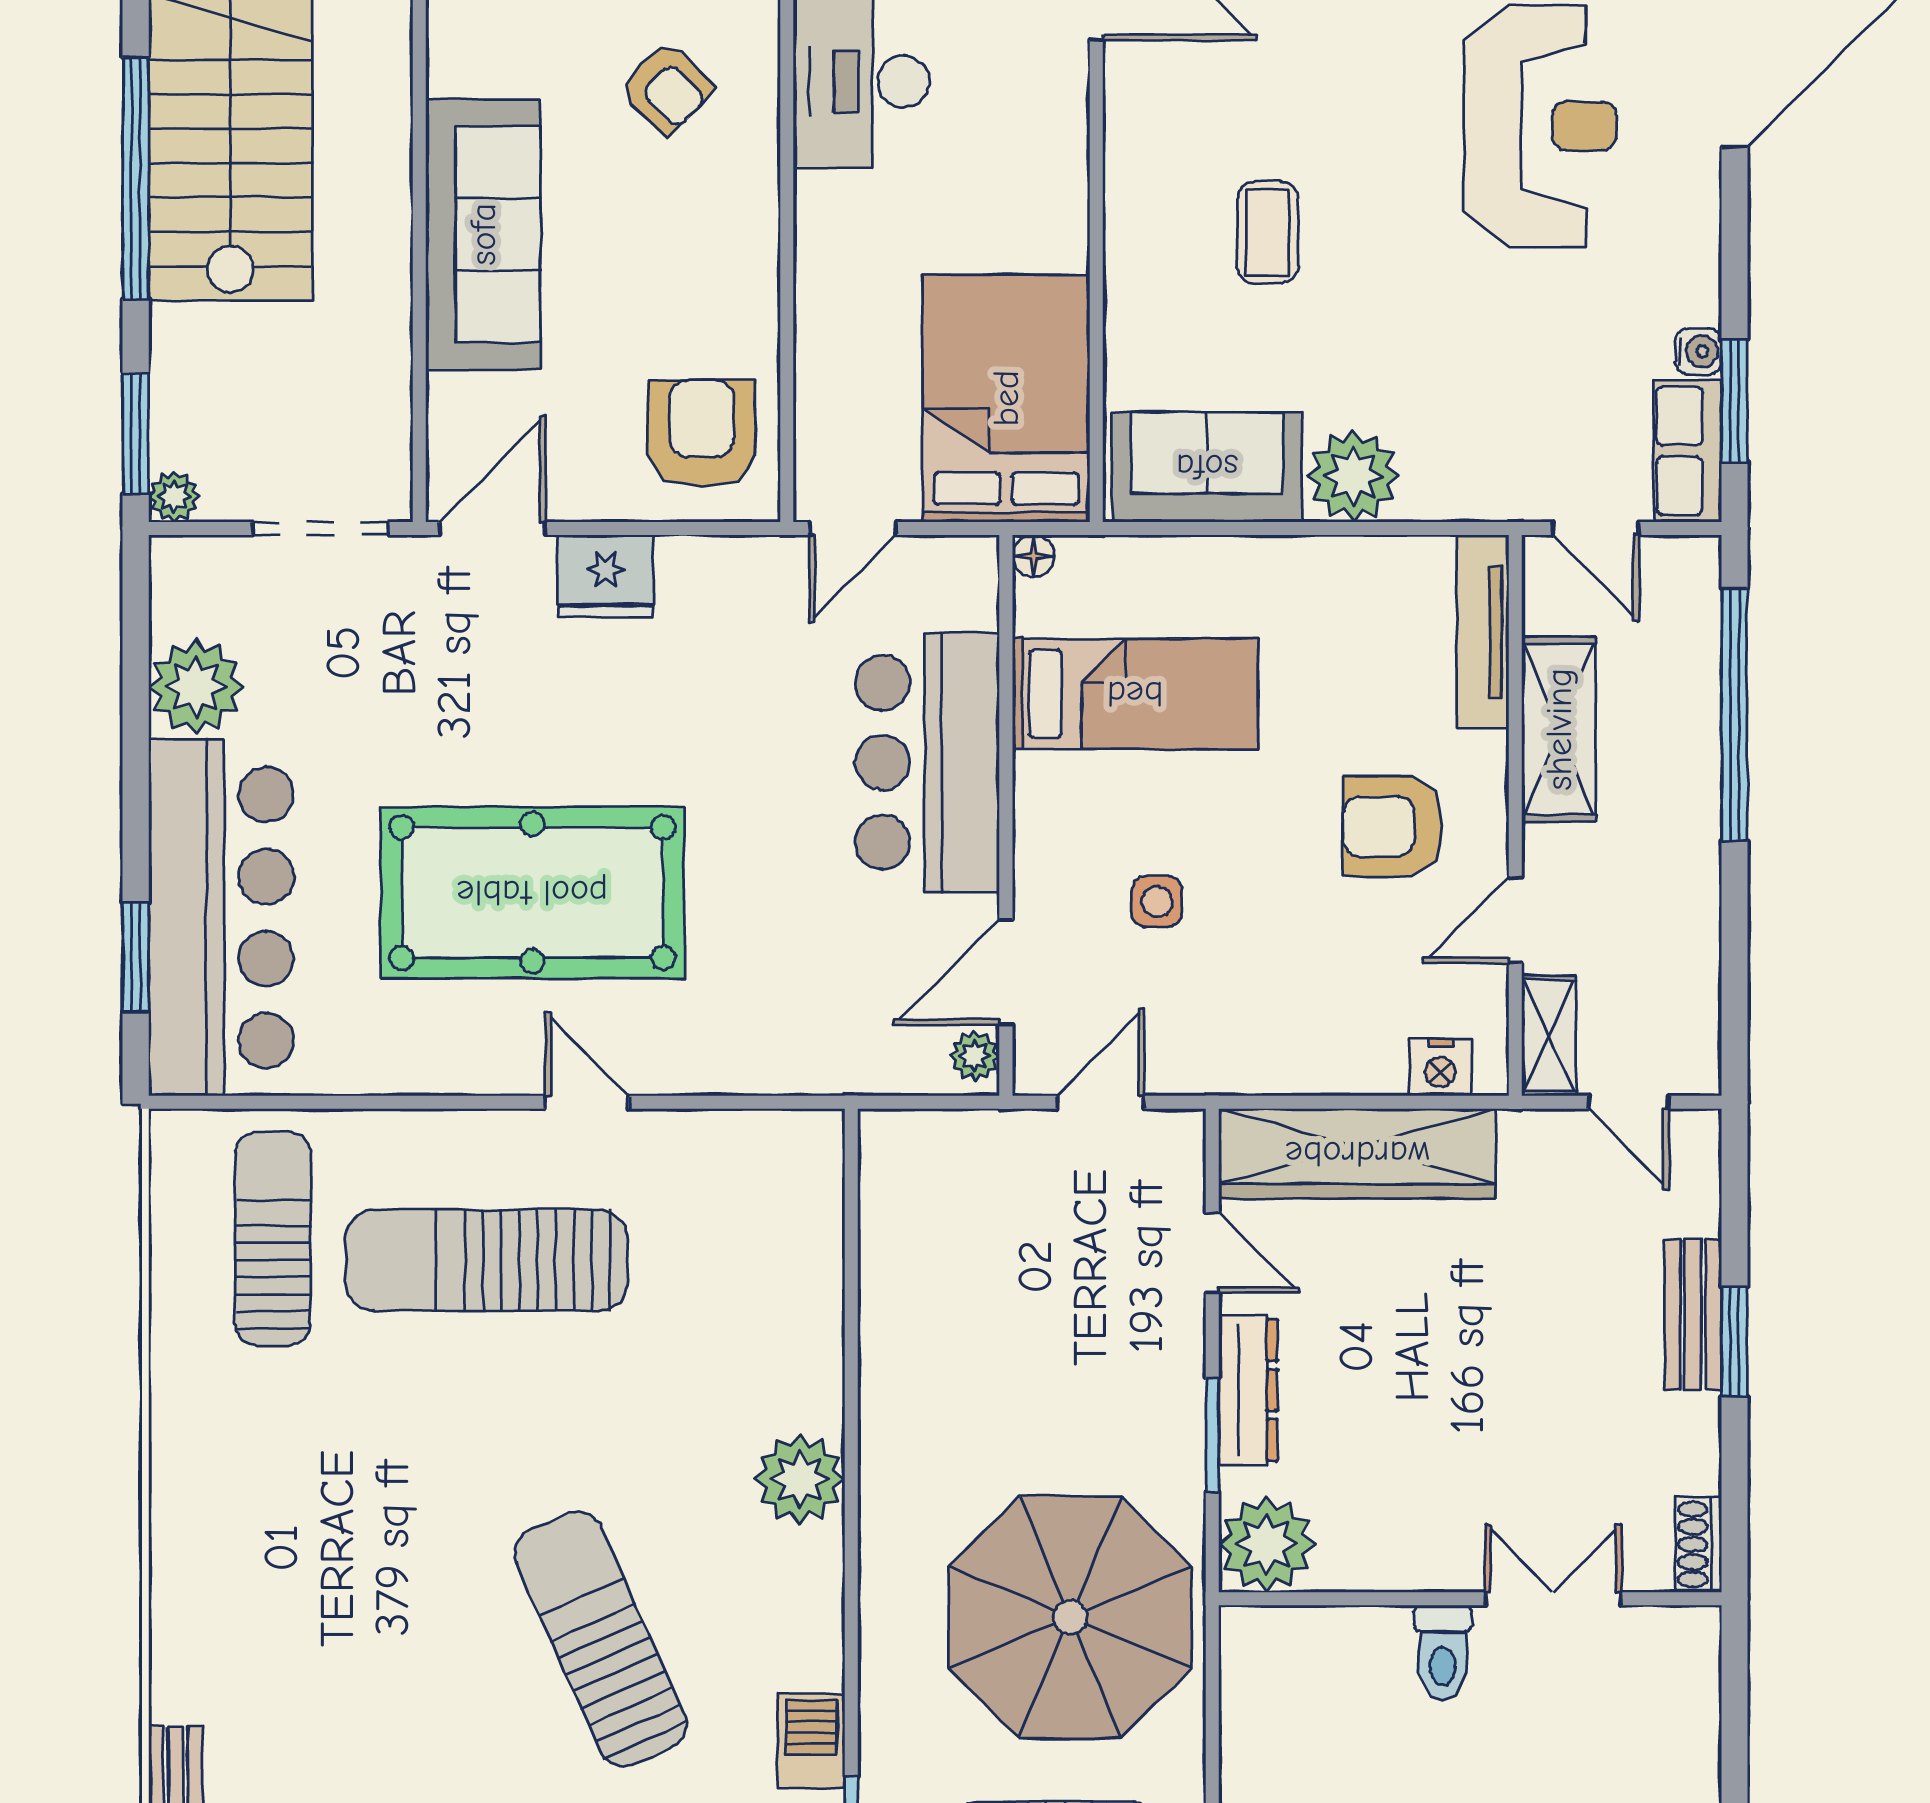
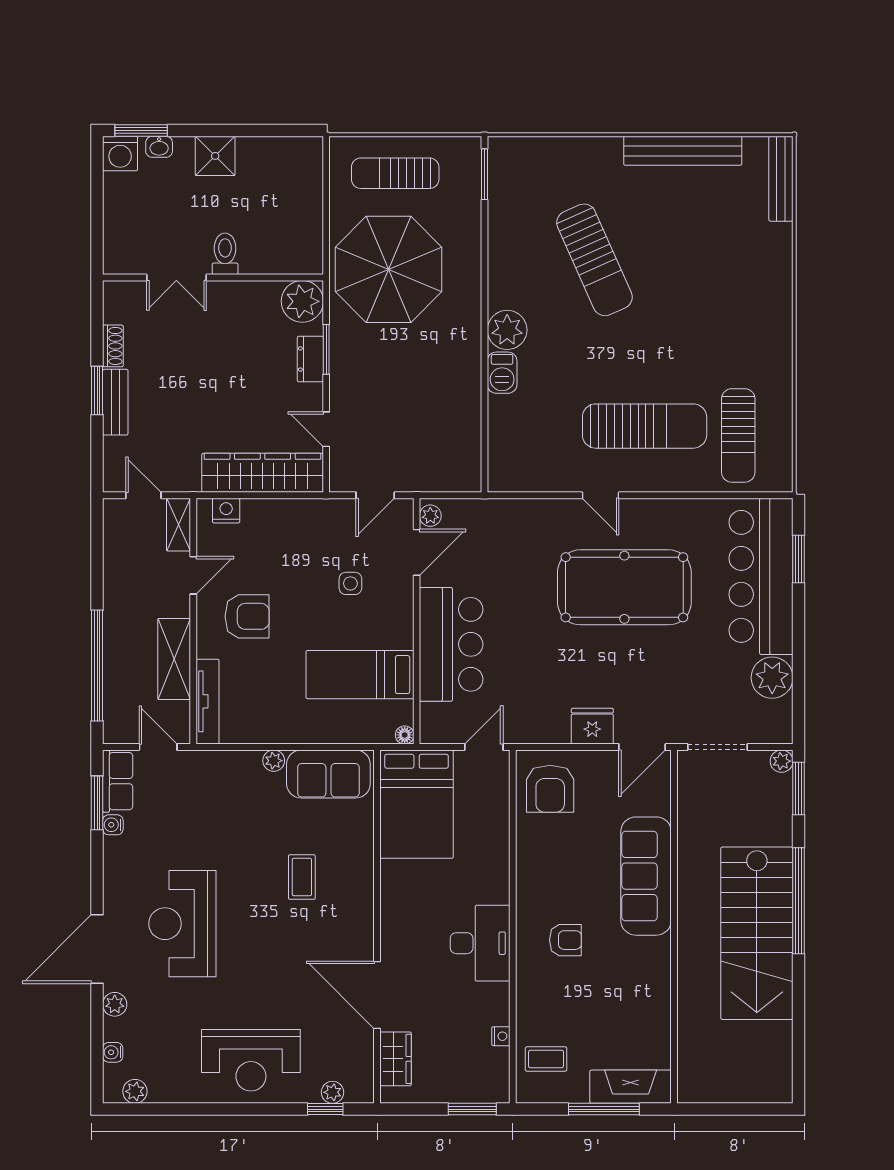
armchair: (667, 89) -> (565, 940), turned 136
plant: (1353, 476) -> (274, 761), width x0.53, depth x0.53
dresser: (1248, 1390) -> (310, 359), width x0.70
shoe rack: (1698, 1544) -> (113, 346), moved
barbecue: (811, 1741) -> (502, 373), moved

